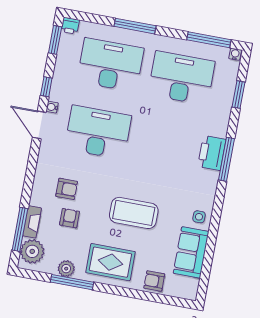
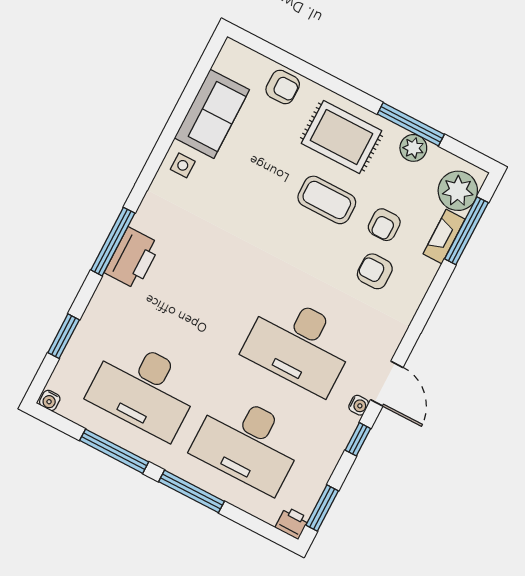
window: (209, 40) -> (114, 451), moved
coffee table: (134, 213) -> (327, 200), moved, width x0.73, depth x0.76

